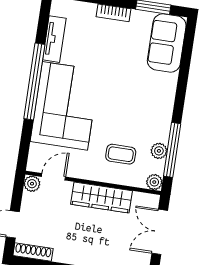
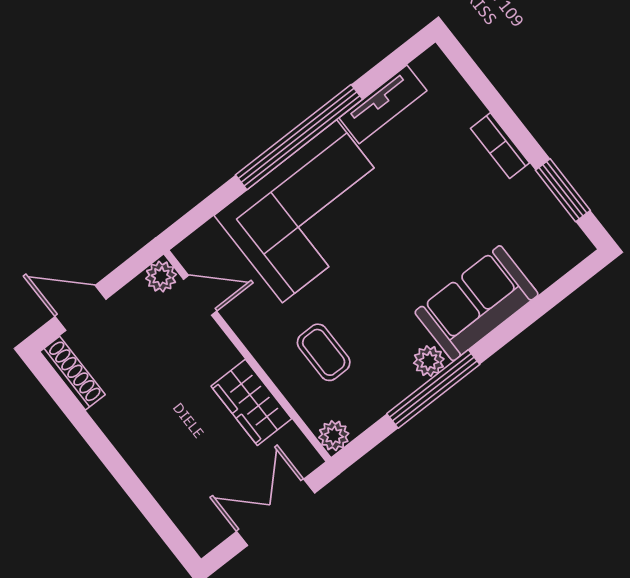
sofa: (167, 43) -> (477, 303), moved
window: (172, 150) -> (433, 389), moved
plant: (159, 151) -> (429, 361), moved
wardrobe: (102, 198) -> (251, 402), width x0.67

